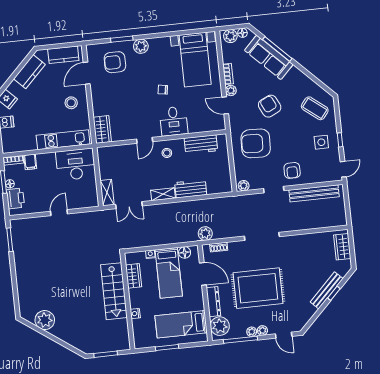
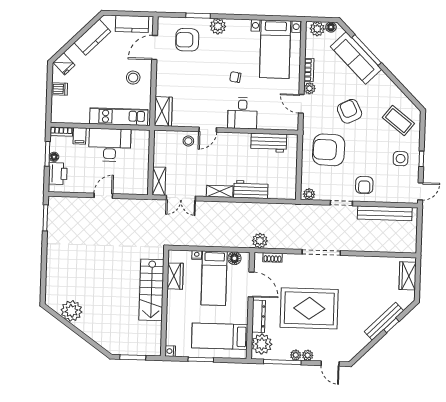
stool: (167, 153) -> (188, 141), moved
desk: (76, 164) -> (110, 145), moved
nightstand: (135, 314) -> (170, 351), moved

